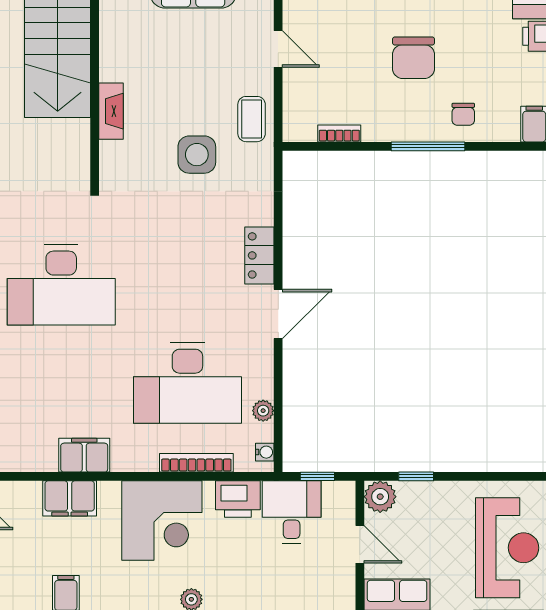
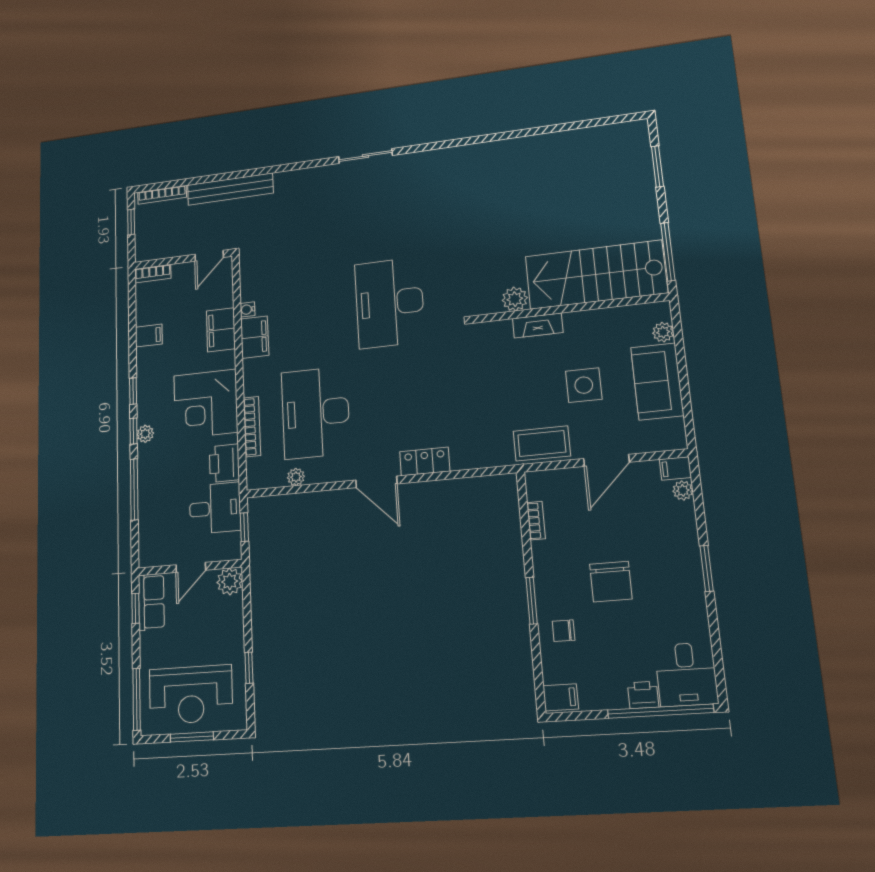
door: (278, 49) -> (606, 460), width x1.38
chair: (413, 58) -> (611, 581), turned -90
coffee table: (252, 119) -> (542, 443), width x1.36, depth x1.30
plant: (75, 135) -> (515, 299), added
window: (428, 146) -> (532, 601), width x0.69
side table: (197, 155) -> (584, 385), moved
water cooler: (265, 452) -> (248, 309), moved, turned 90
window: (416, 476) -> (249, 668), moved

